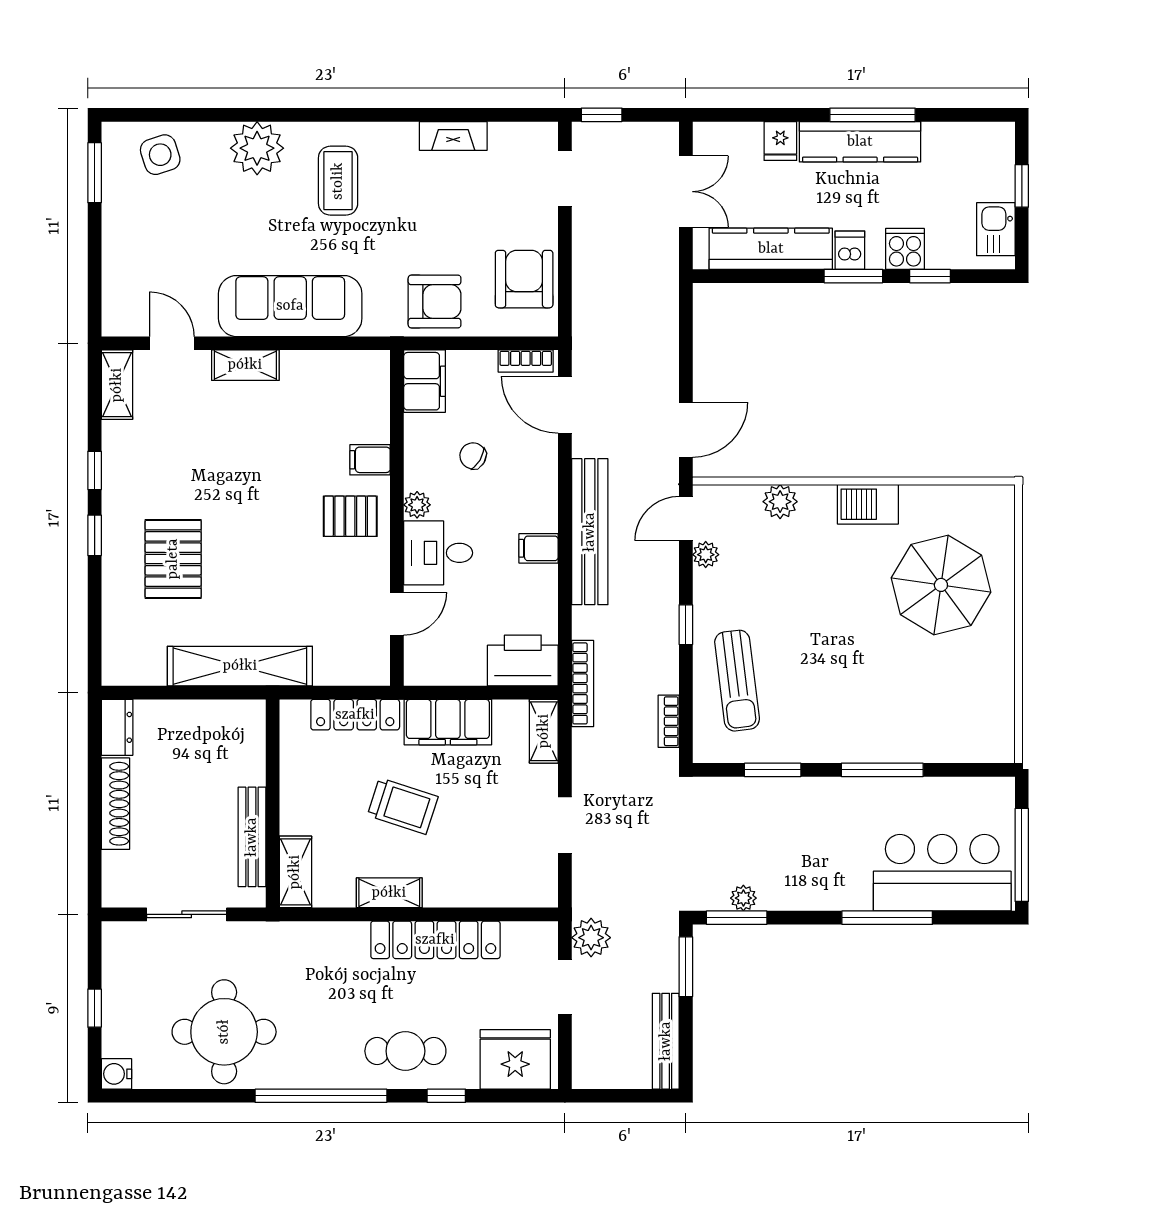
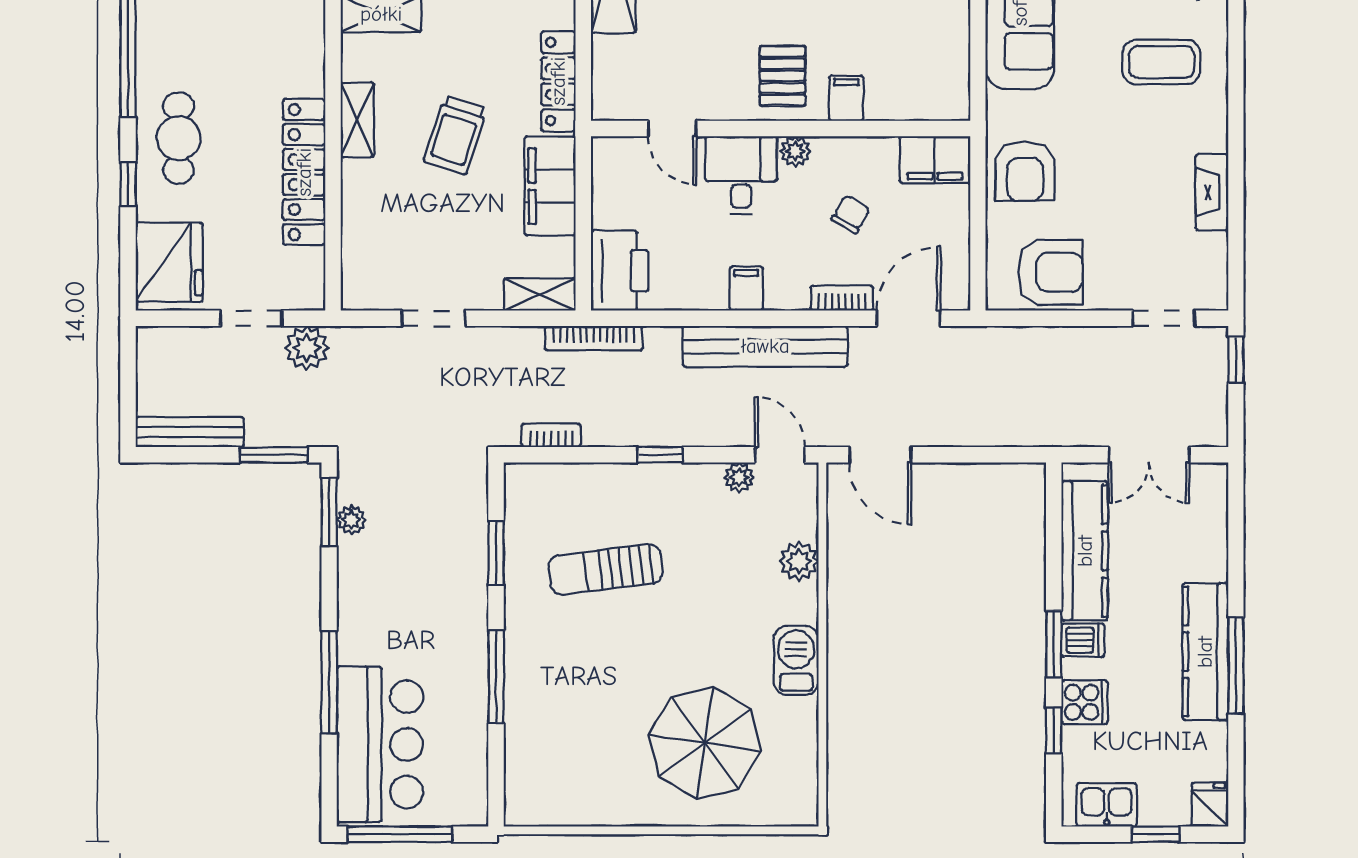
fridge: (780, 141) -> (1210, 805), moved, turned 90
bookcase: (526, 361) -> (842, 298), moved, turned 90
sun lounger: (737, 681) -> (606, 569), moved

